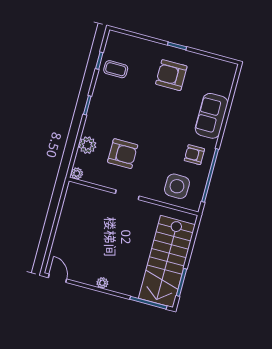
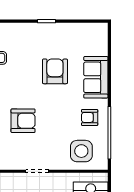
armchair: (171, 75) -> (55, 71), moved, turned 90
armchair: (123, 154) -> (23, 121), moved

